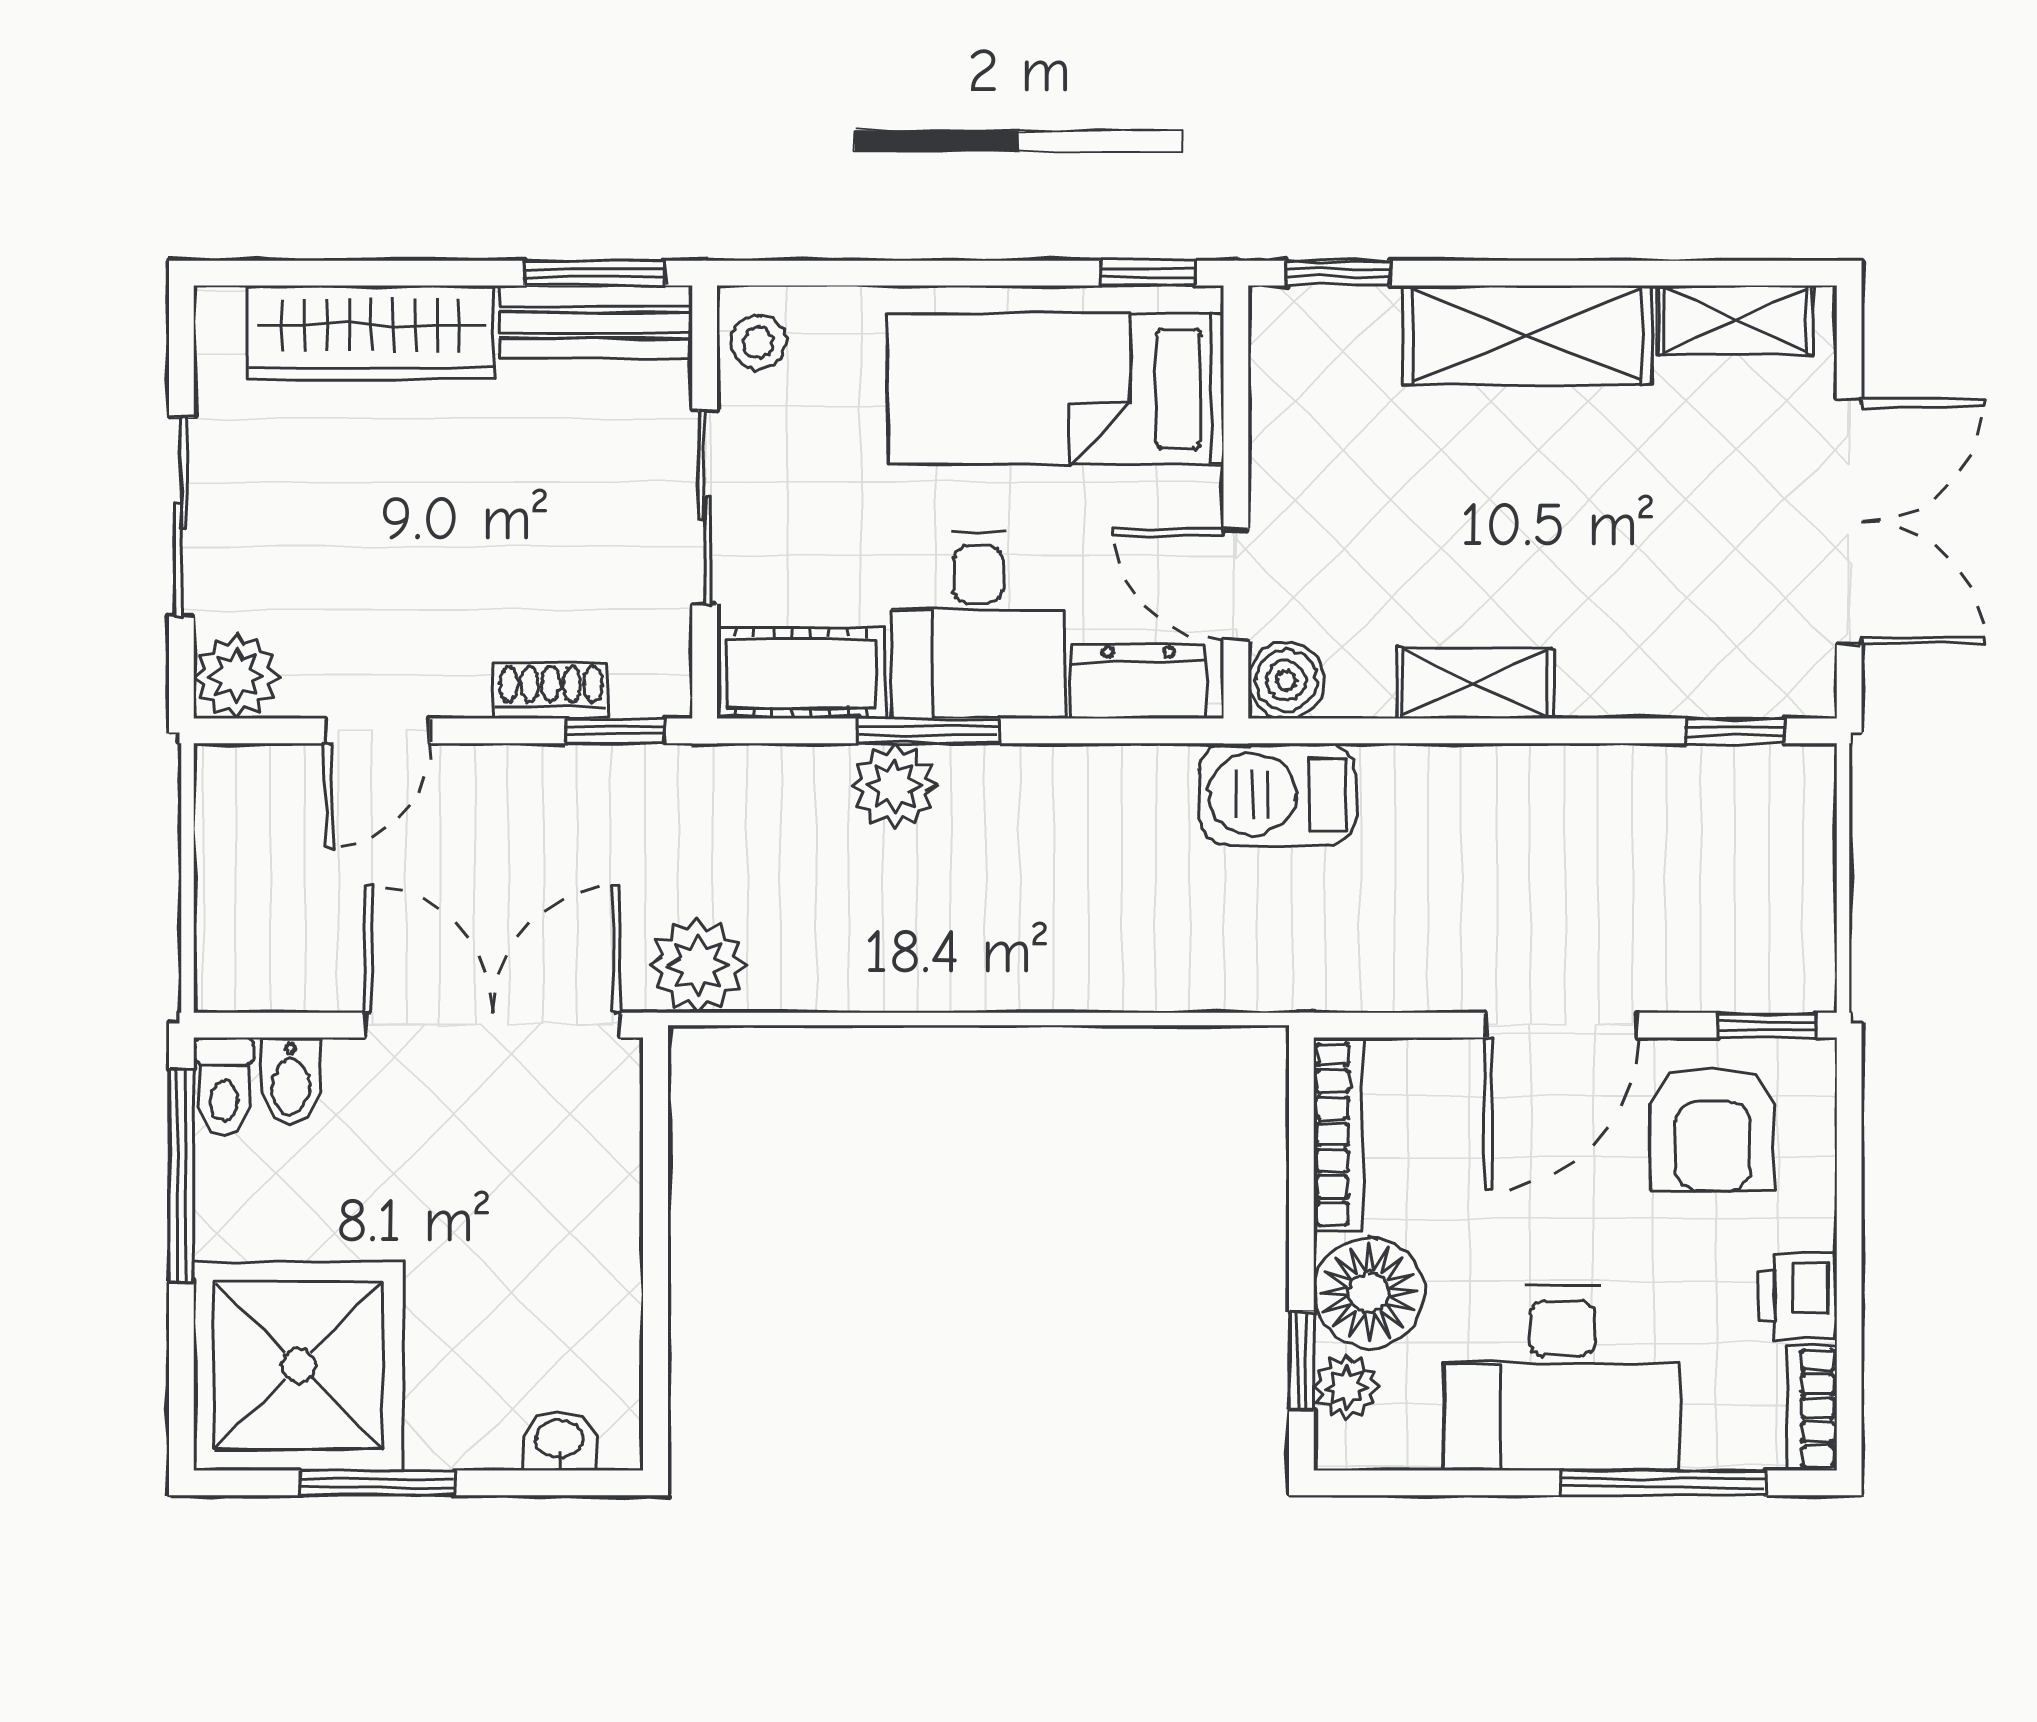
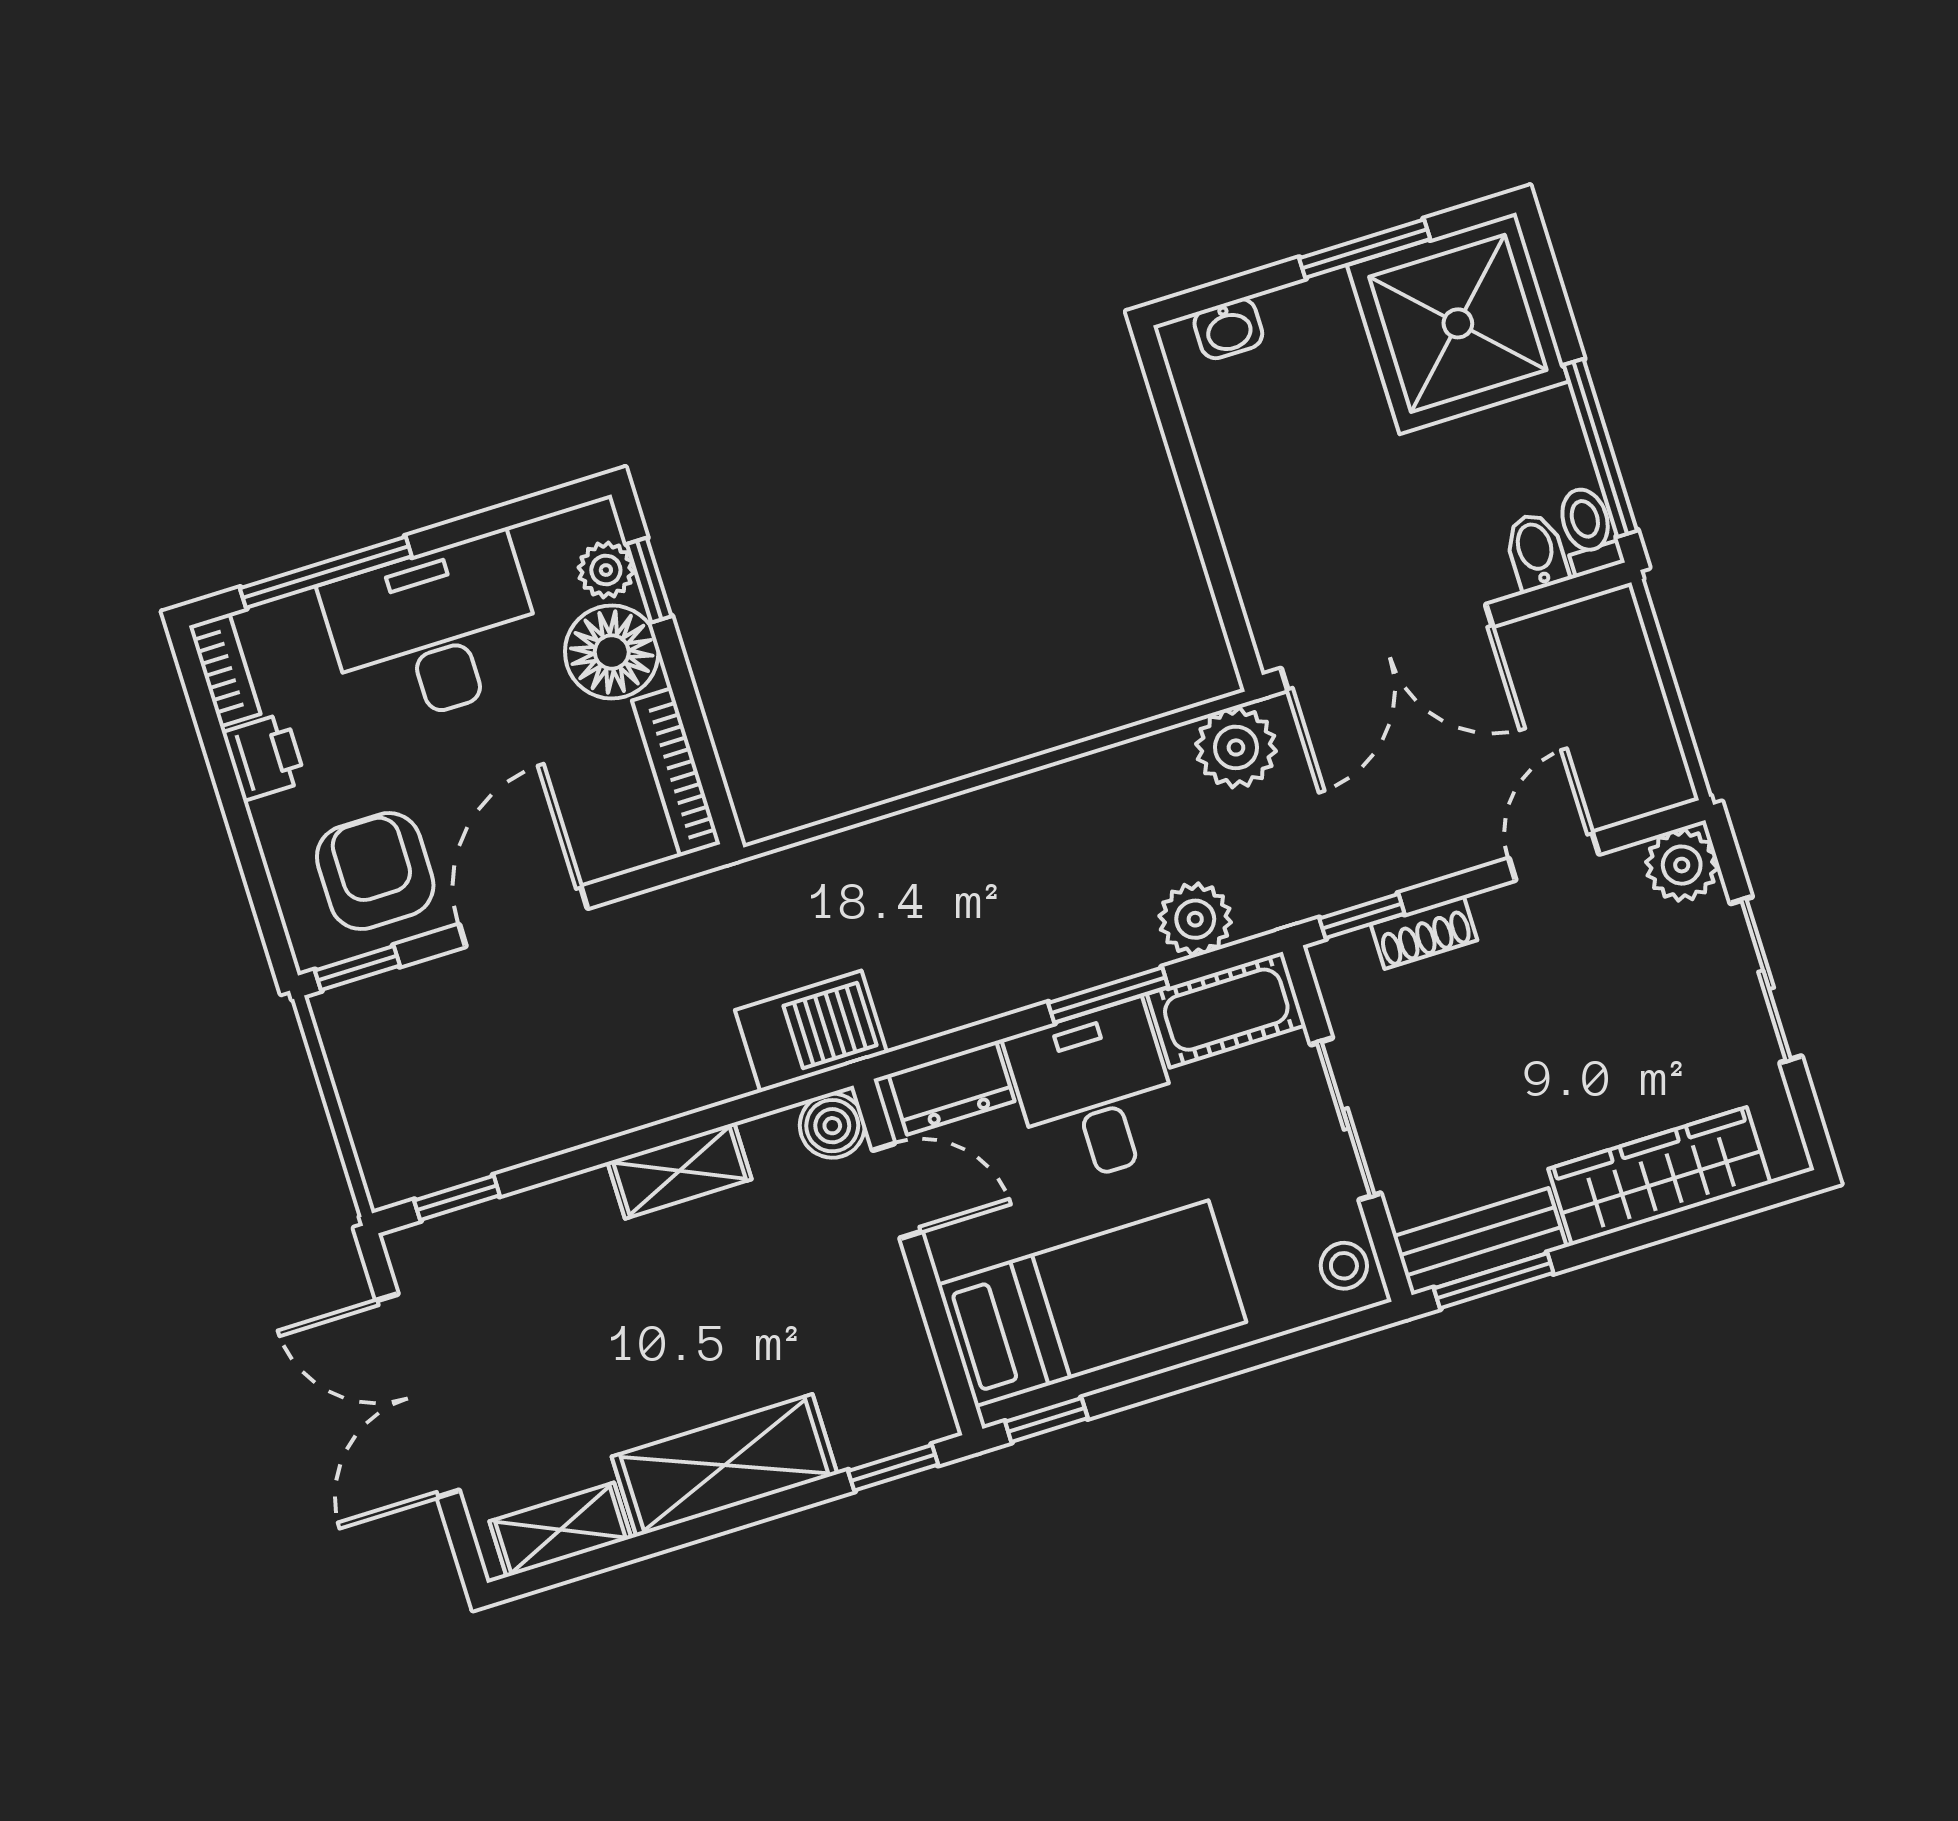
plant: (894, 786) -> (1195, 919), moved

